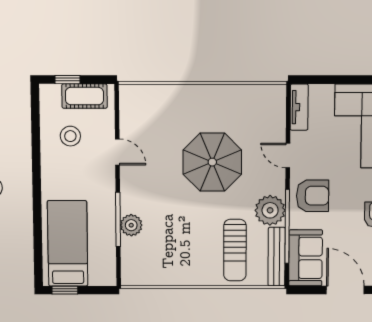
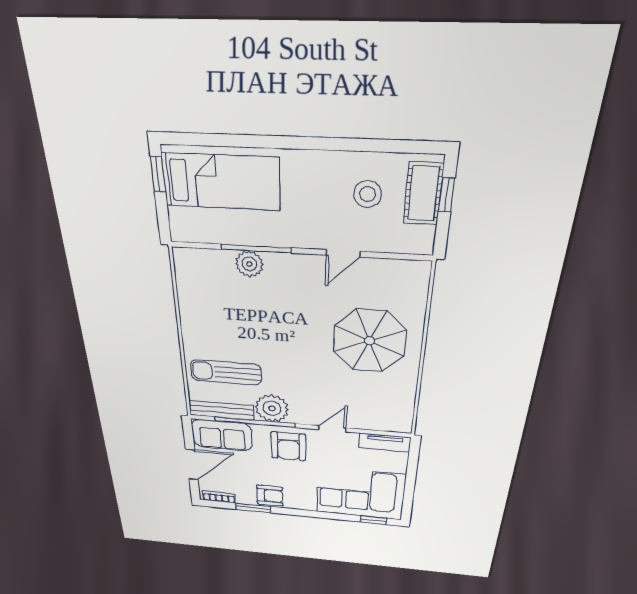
cot: (84, 96) -> (423, 194), moved
parasol: (212, 162) -> (369, 341), moved

